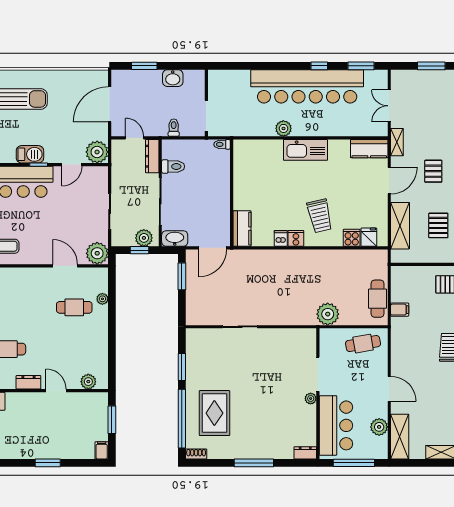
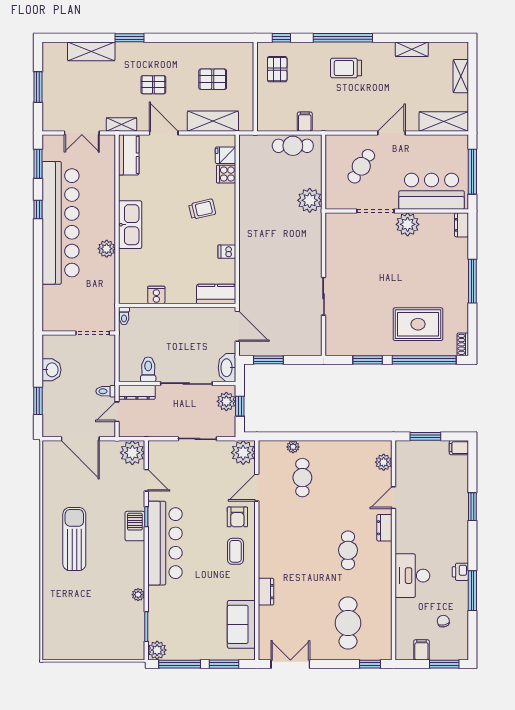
toilet: (174, 128) -> (106, 391), moved
trolley: (320, 216) -> (202, 209), width x0.73, depth x0.72
cooker: (296, 238) -> (156, 295), moved, turned 90
armchair: (38, 248) -> (237, 517), added
cafe table: (363, 344) -> (361, 166), moved, turned 43
plant: (311, 399) -> (408, 224), width x1.88, depth x1.88
plant: (379, 427) -> (433, 144), removed

